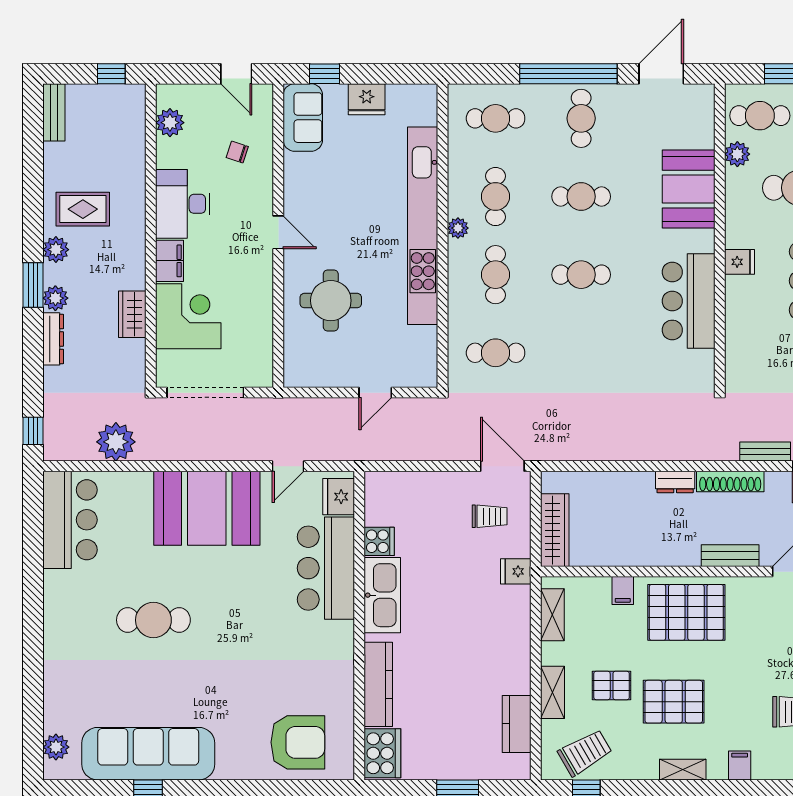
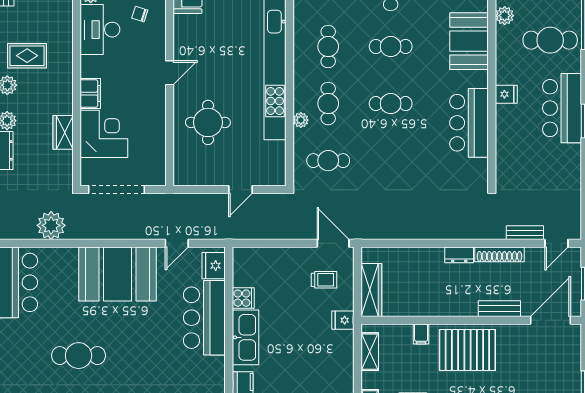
desk: (183, 204) -> (100, 30), moved
plant: (458, 228) -> (301, 120), moved
door: (278, 232) -> (170, 73), hinge flipped

